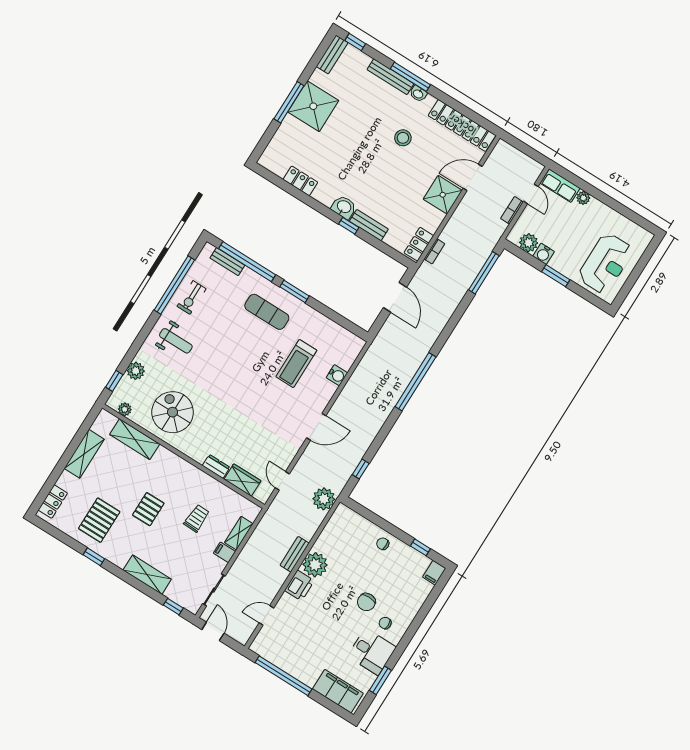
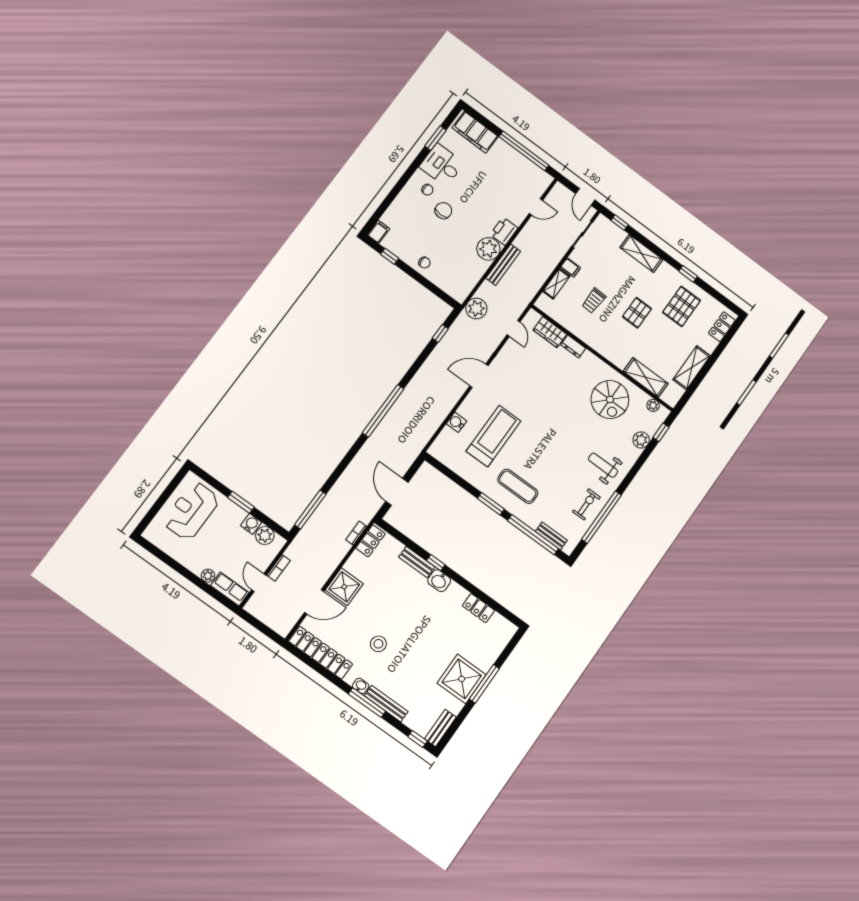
treadmill: (296, 364) -> (494, 436), width x1.37, depth x1.38
bench: (295, 554) -> (503, 265), width x1.36

